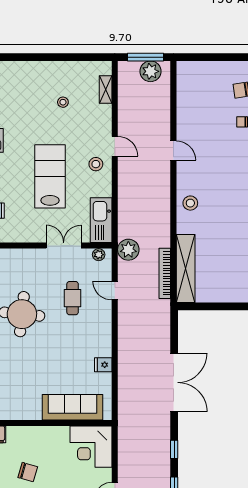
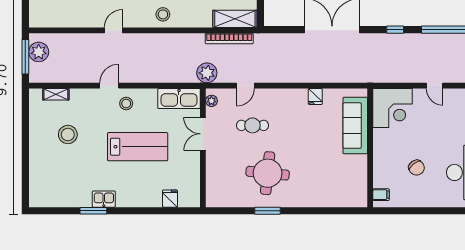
stool: (63, 102) -> (68, 134), width x1.89, depth x1.89
lab bench: (50, 176) -> (138, 147), turned 180
shelving: (186, 269) -> (235, 19), width x0.68
chair: (28, 472) -> (417, 168), turned 126

